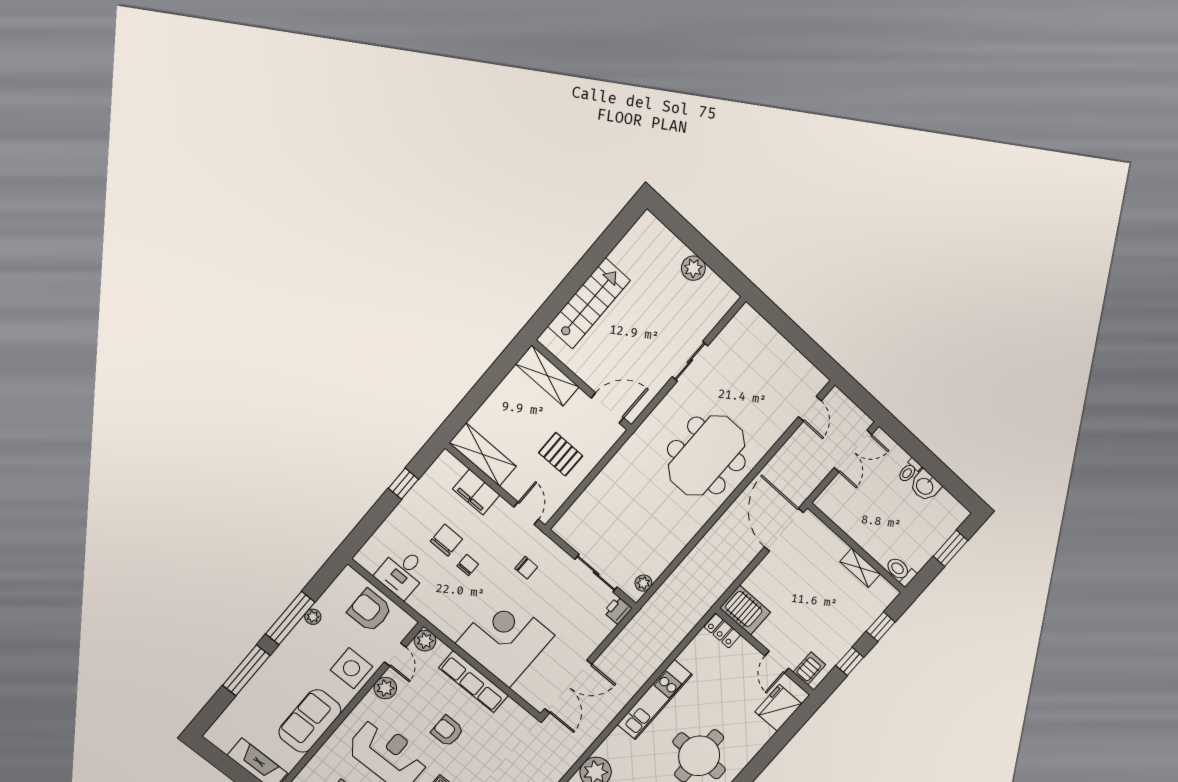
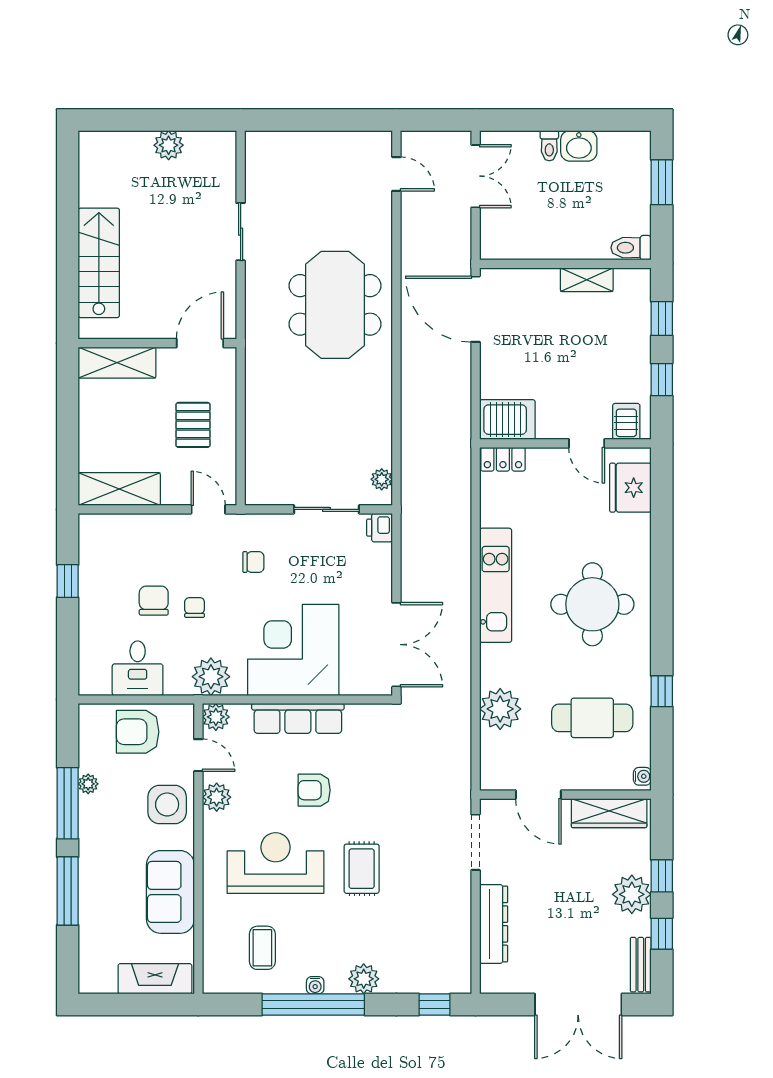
pallet: (561, 454) -> (193, 425), turned 90
filing cabinet: (476, 492) -> (143, 530), removed
plant: (442, 614) -> (211, 677), added

